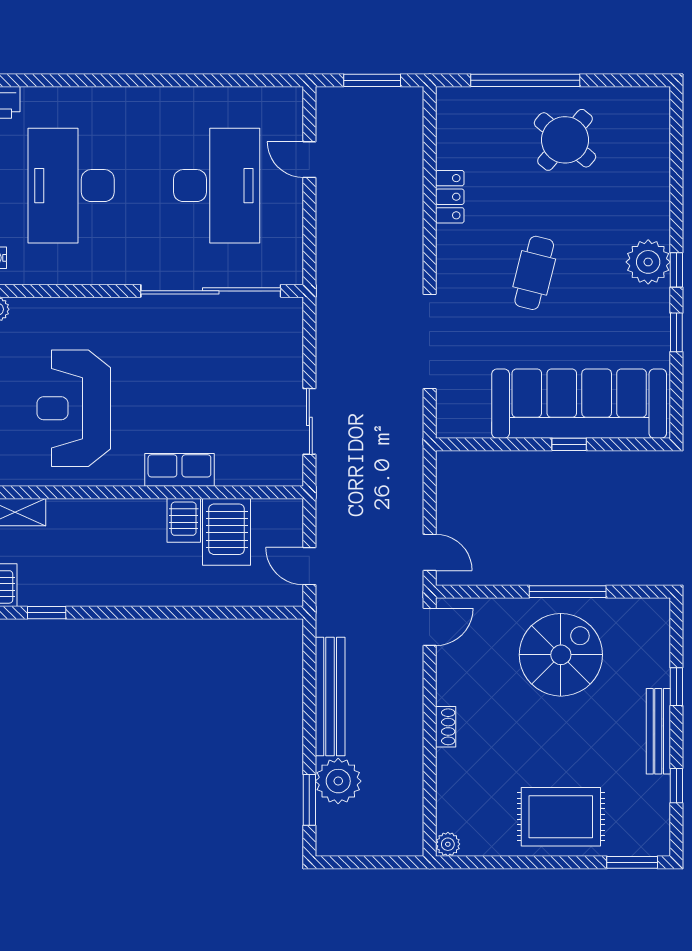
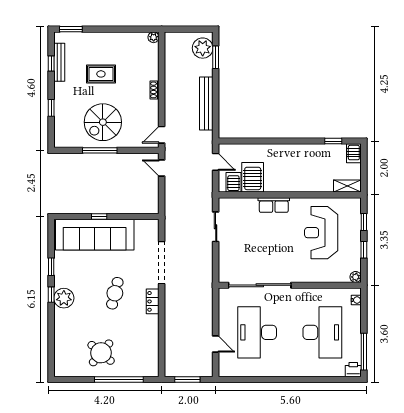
locker: (450, 197) -> (153, 301), moved
reception desk: (74, 408) -> (321, 233), turned 180
server rack: (184, 520) -> (233, 182), moved
bench: (658, 731) -> (59, 62), moved
plant: (338, 781) -> (203, 48), moved
rug: (561, 817) -> (101, 74), moved, width x0.73, depth x0.70

